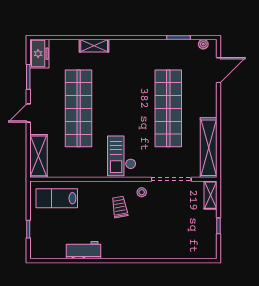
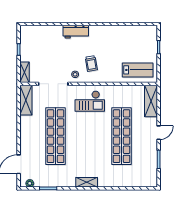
shelving: (94, 46) -> (87, 182), moved
freezer: (39, 54) -> (150, 176), removed
shelving: (209, 148) -> (26, 100), width x0.68
checkout: (122, 156) -> (90, 101), turned 90
workbench: (84, 250) -> (76, 32), moved

